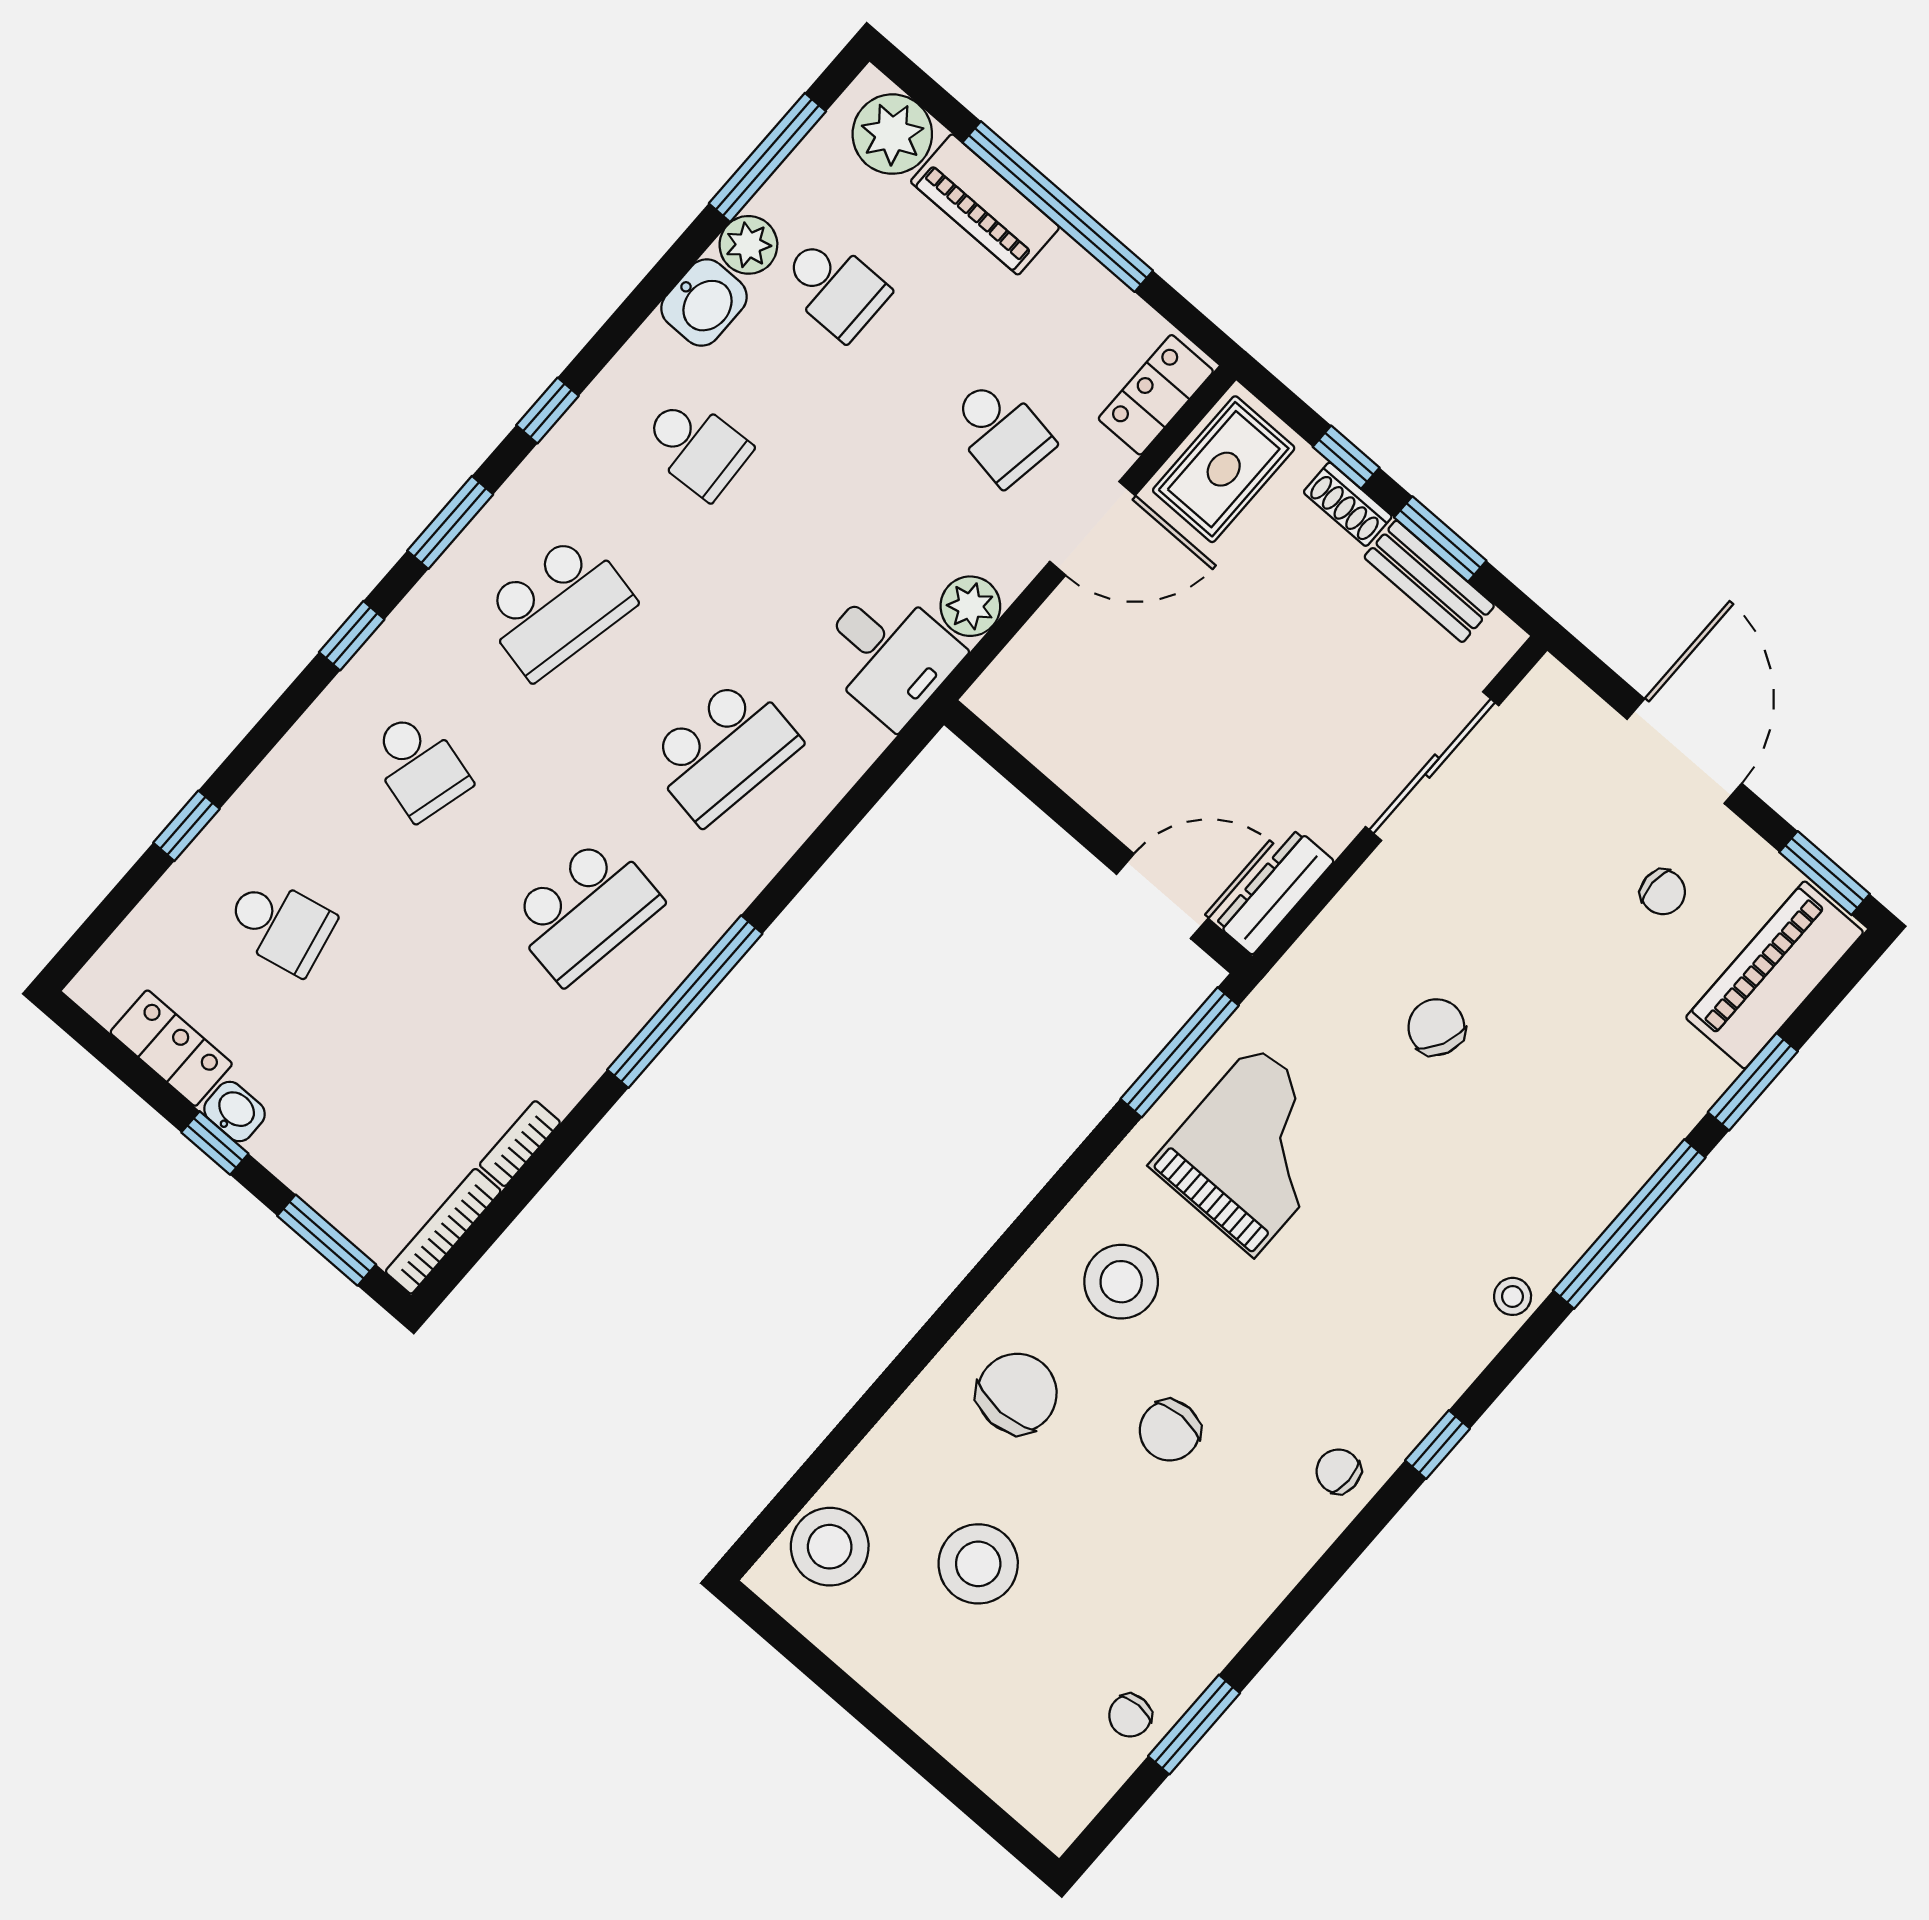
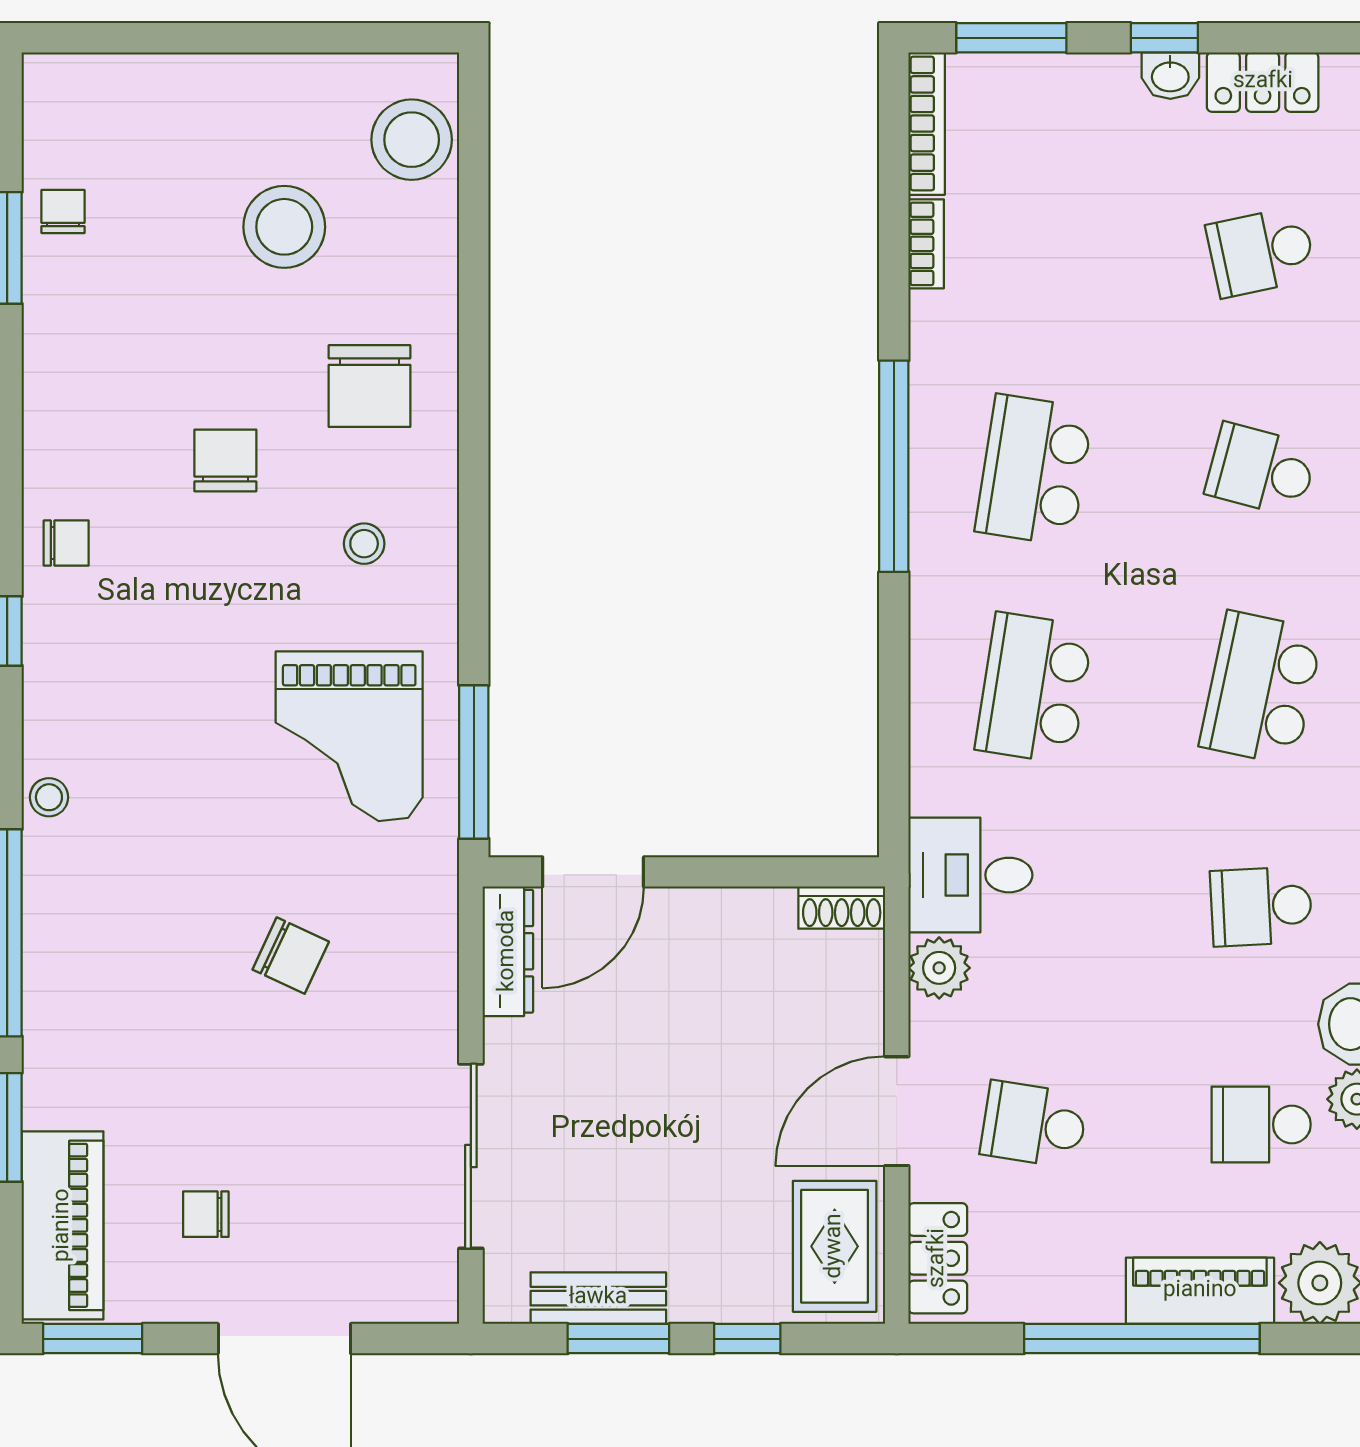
shoe rack: (1348, 504) -> (842, 908), moved, turned 180
stool: (1121, 1282) -> (364, 544), width x0.53, depth x0.53

